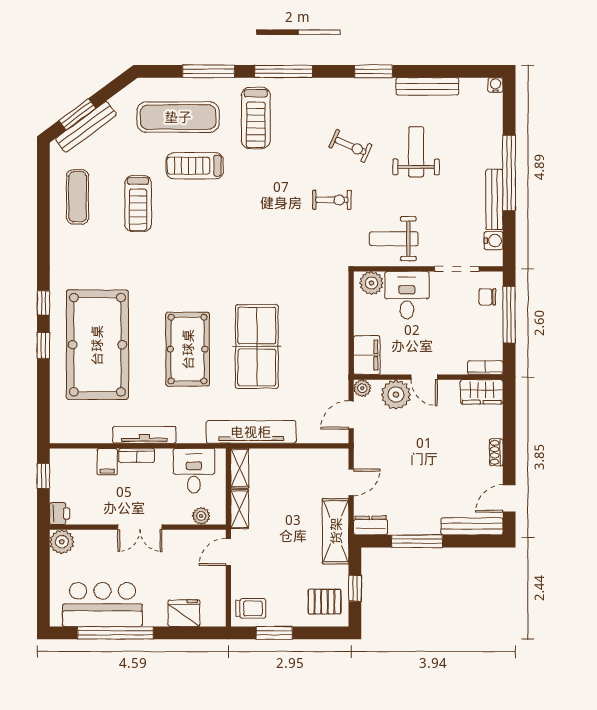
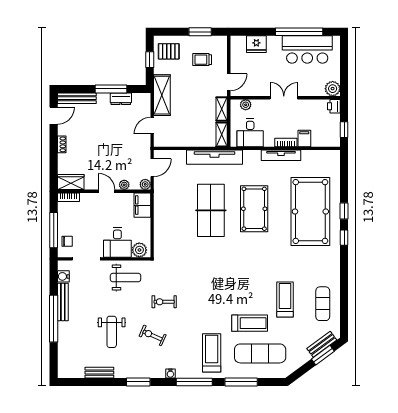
water cooler: (495, 85) -> (170, 373), moved
bench: (427, 86) -> (99, 373), width x0.73
bench: (86, 127) -> (322, 344), width x0.73
plant: (396, 395) -> (124, 185), width x0.53, depth x0.53
dresser: (371, 526) -> (121, 99), moved
trolley: (251, 608) -> (202, 60), moved

